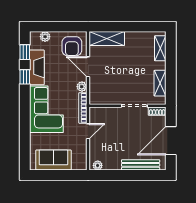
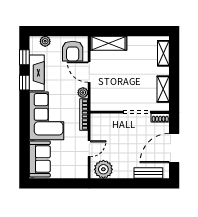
door: (88, 131) -> (89, 149), moved
sofa: (53, 160) -> (40, 159), moved, turned 90
plant: (98, 165) -> (103, 169), width x1.88, depth x1.88
bench: (141, 165) -> (148, 173), width x0.73

